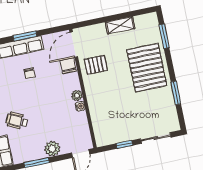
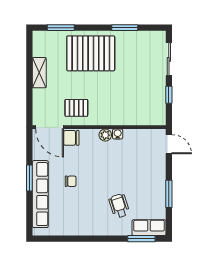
pallet: (96, 65) -> (76, 108), turned 90
wheelchair: (17, 121) -> (119, 206), turned 136
plant: (52, 149) -> (157, 174), removed

